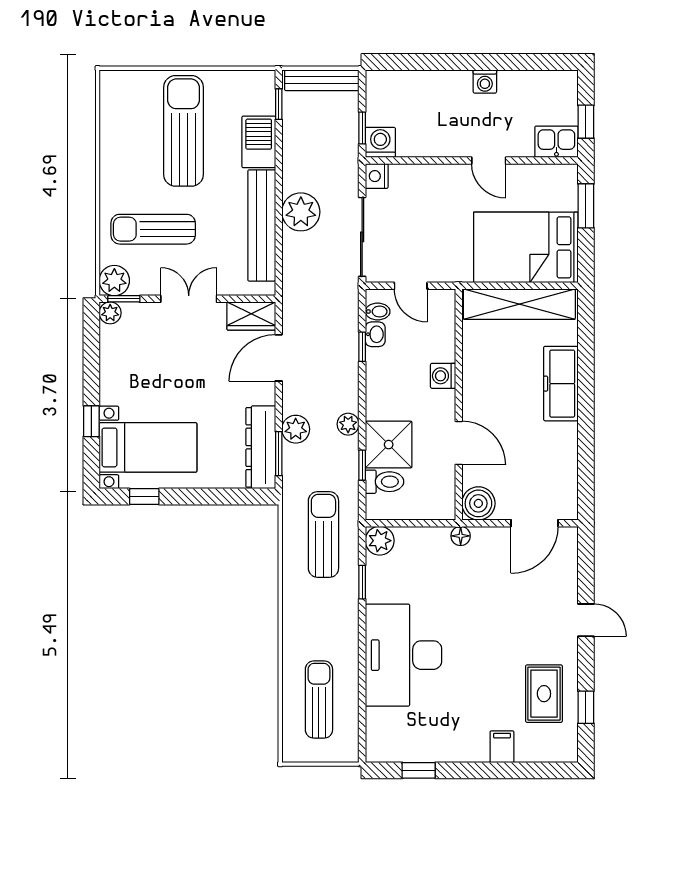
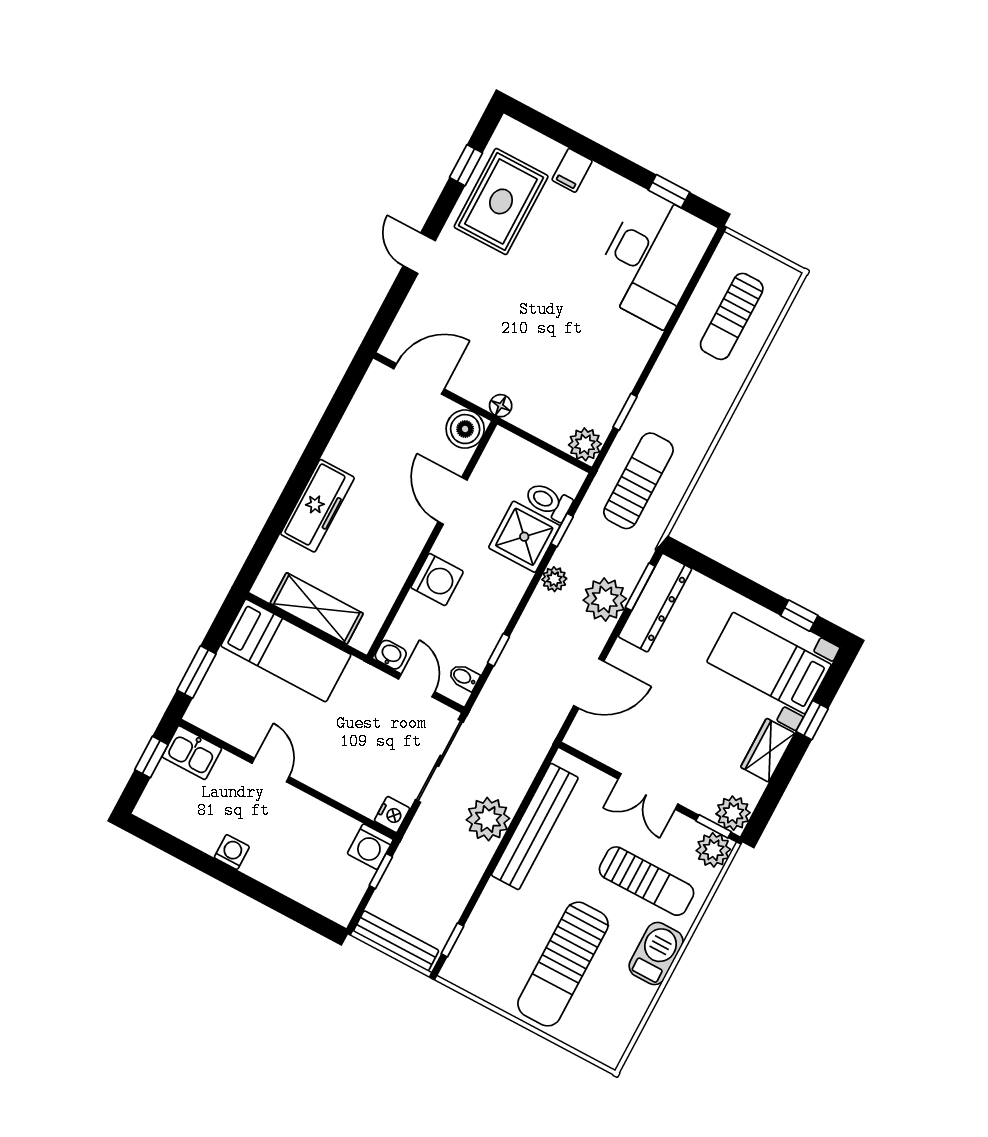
barbecue: (259, 142) -> (656, 954), moved, turned 180
bed: (526, 247) -> (286, 650), width x0.67
shelving: (519, 304) -> (317, 608), width x0.68
plant: (110, 313) -> (733, 813), width x1.38, depth x1.38
wardrobe: (251, 316) -> (768, 750), moved, turned -90
washbasin: (375, 334) -> (391, 655), moved, turned 90
washing machine: (443, 376) -> (437, 580), width x1.38, depth x1.38
plant: (296, 429) -> (605, 599), width x1.36, depth x1.36
sun lounger: (323, 534) -> (638, 481), turned 180
desk: (403, 655) -> (653, 259), moved
rug: (544, 694) -> (501, 201), width x1.36, depth x1.43

